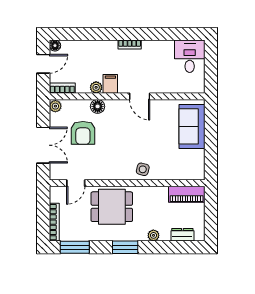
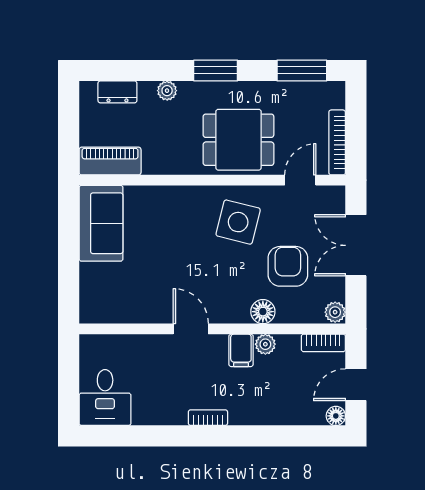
sofa: (192, 126) -> (101, 223), moved
side table: (143, 169) -> (238, 222), moved, width x1.87, depth x1.87
bookcase: (54, 222) -> (337, 142), moved

